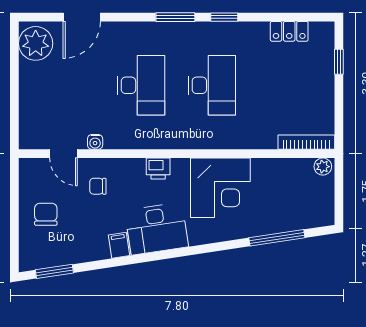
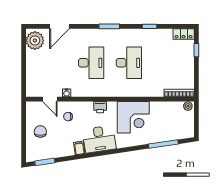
window: (224, 17) -> (150, 26), moved
locker: (289, 31) -> (184, 34), moved

